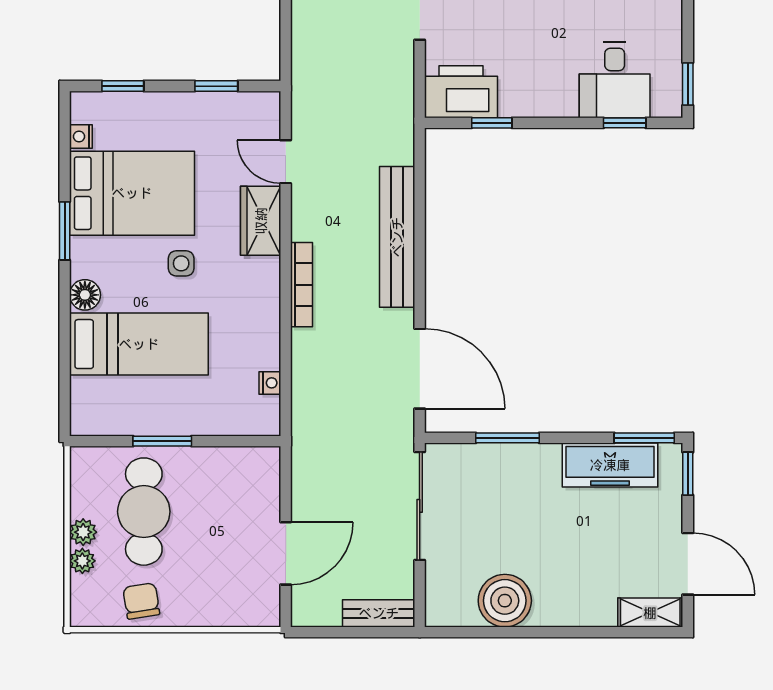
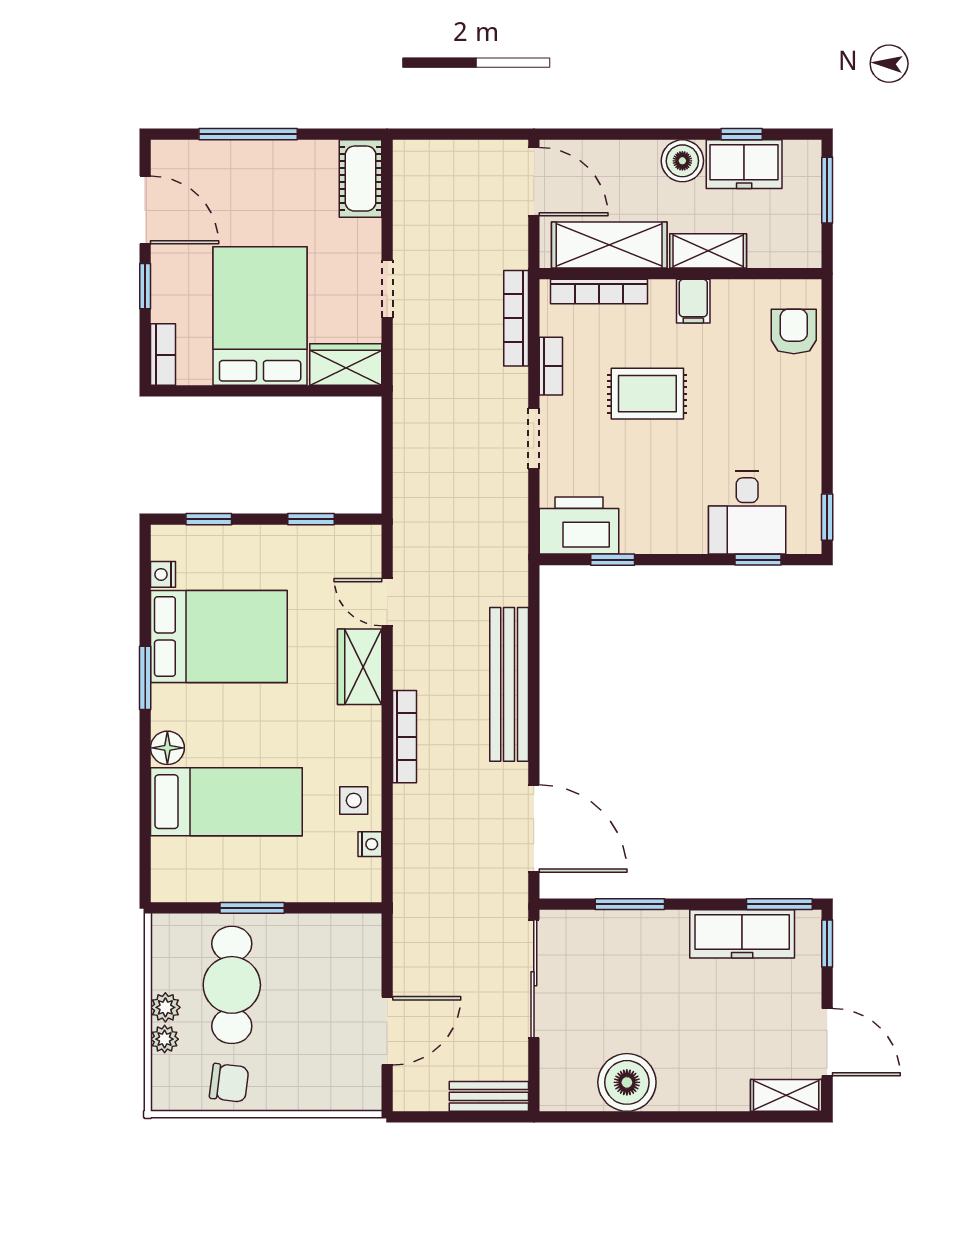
side table: (181, 263) -> (354, 800), moved
chair: (141, 601) -> (229, 1083), turned 106

